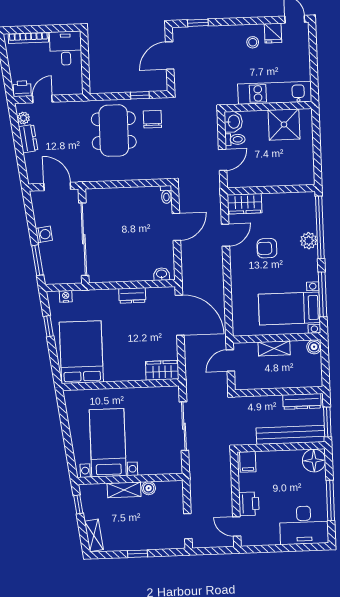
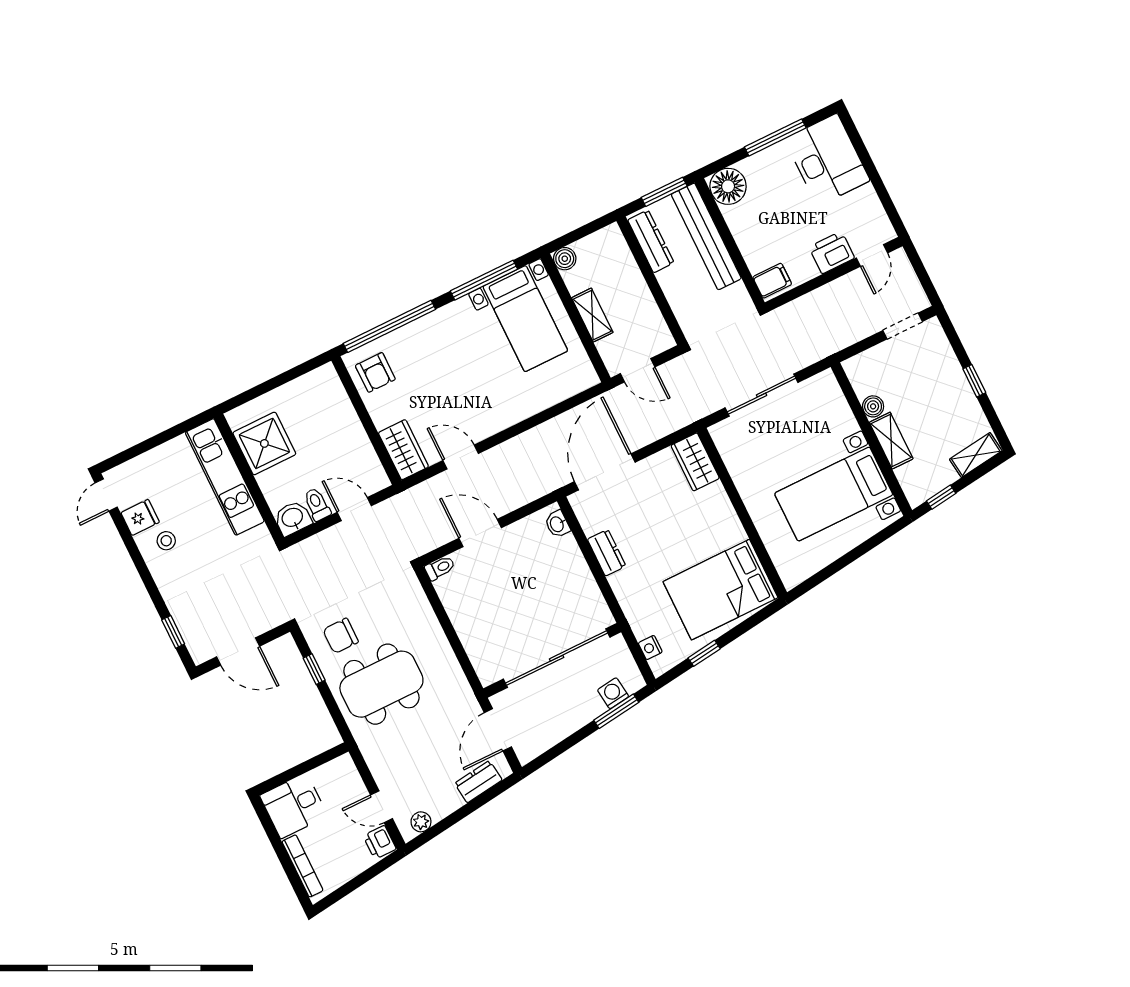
dresser: (28, 139) -> (478, 782), moved
washing machine: (44, 234) -> (613, 693), moved
plant: (309, 241) -> (416, 334), removed
armchair: (267, 248) -> (375, 372), moved

